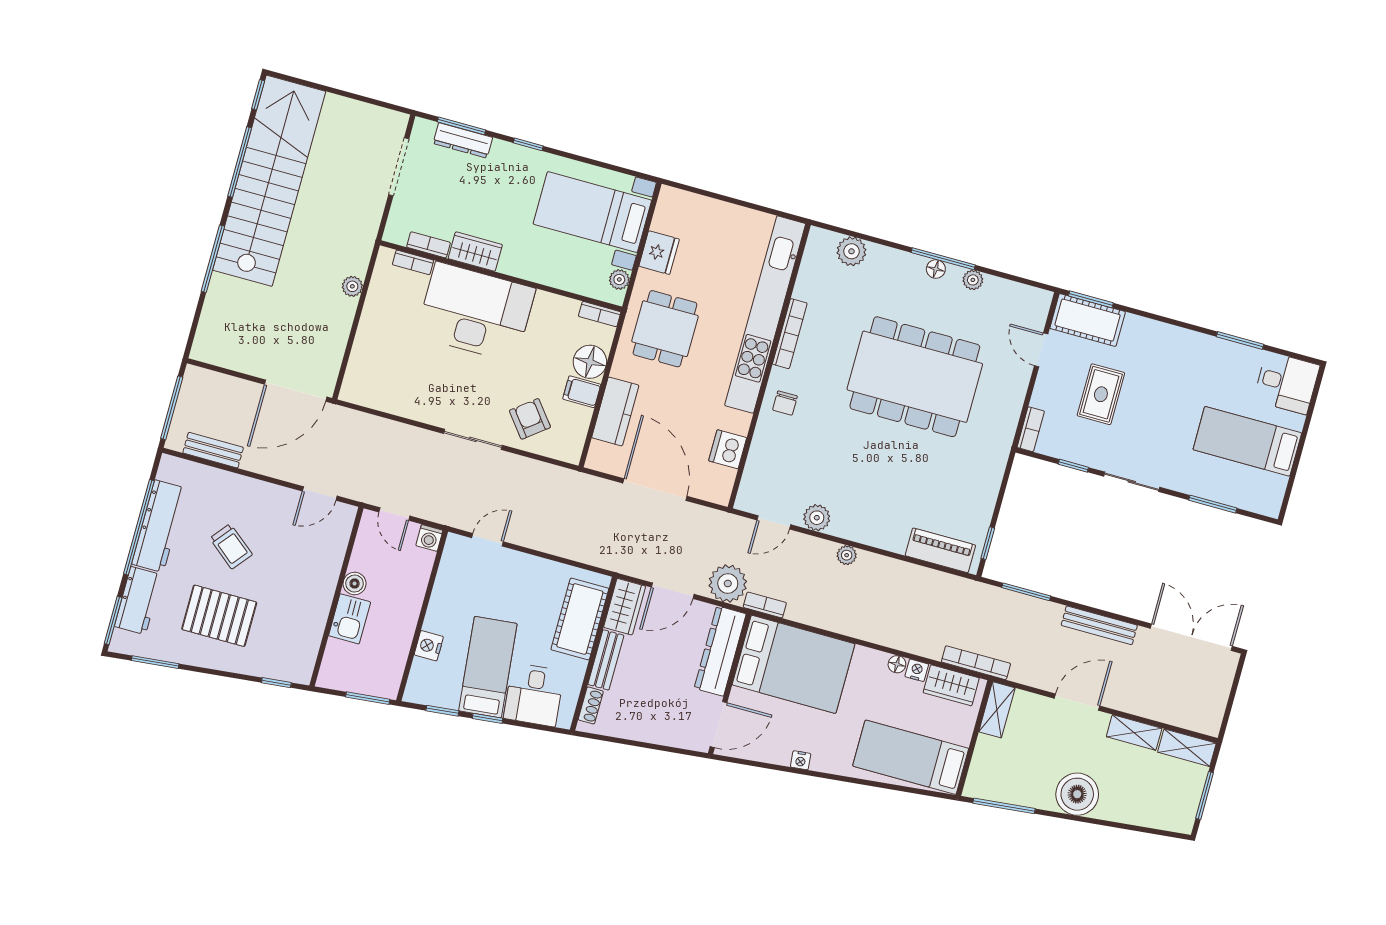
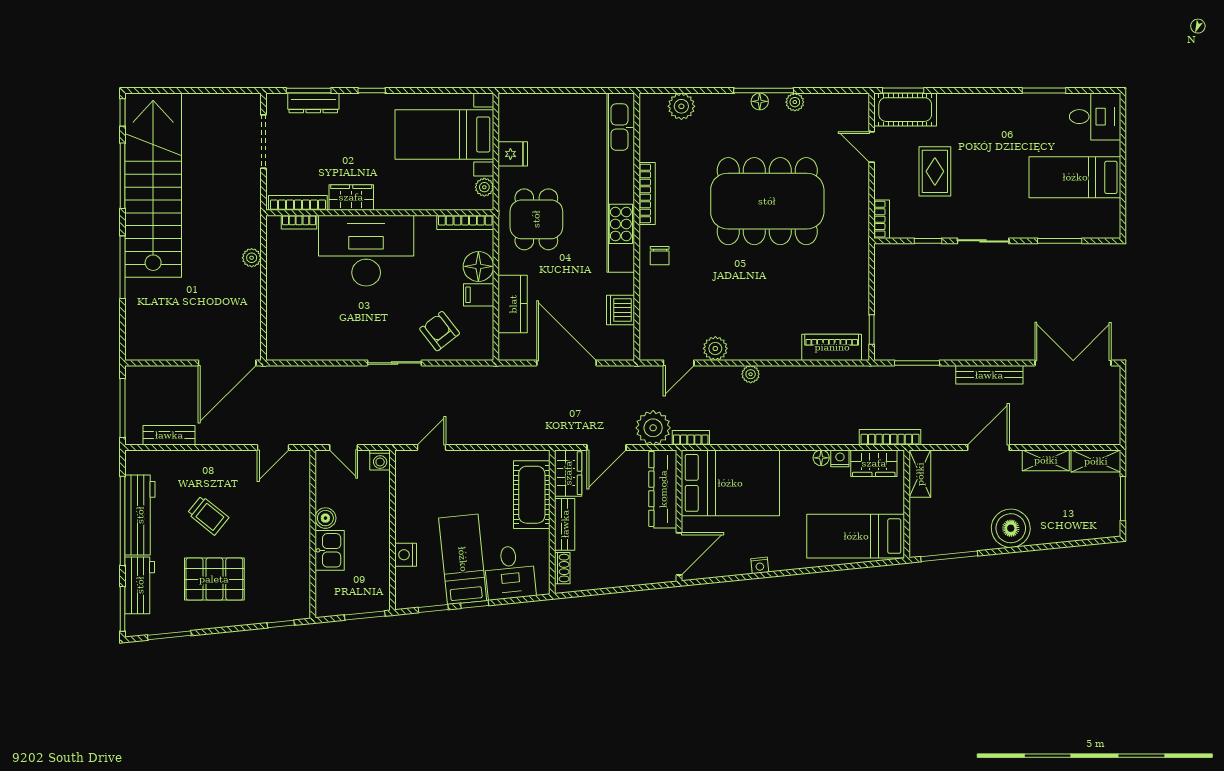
bookcase: (428, 245) -> (298, 203), width x1.56
fridge: (659, 253) -> (513, 154), width x0.72
bookcase: (600, 314) -> (465, 222), width x1.56

